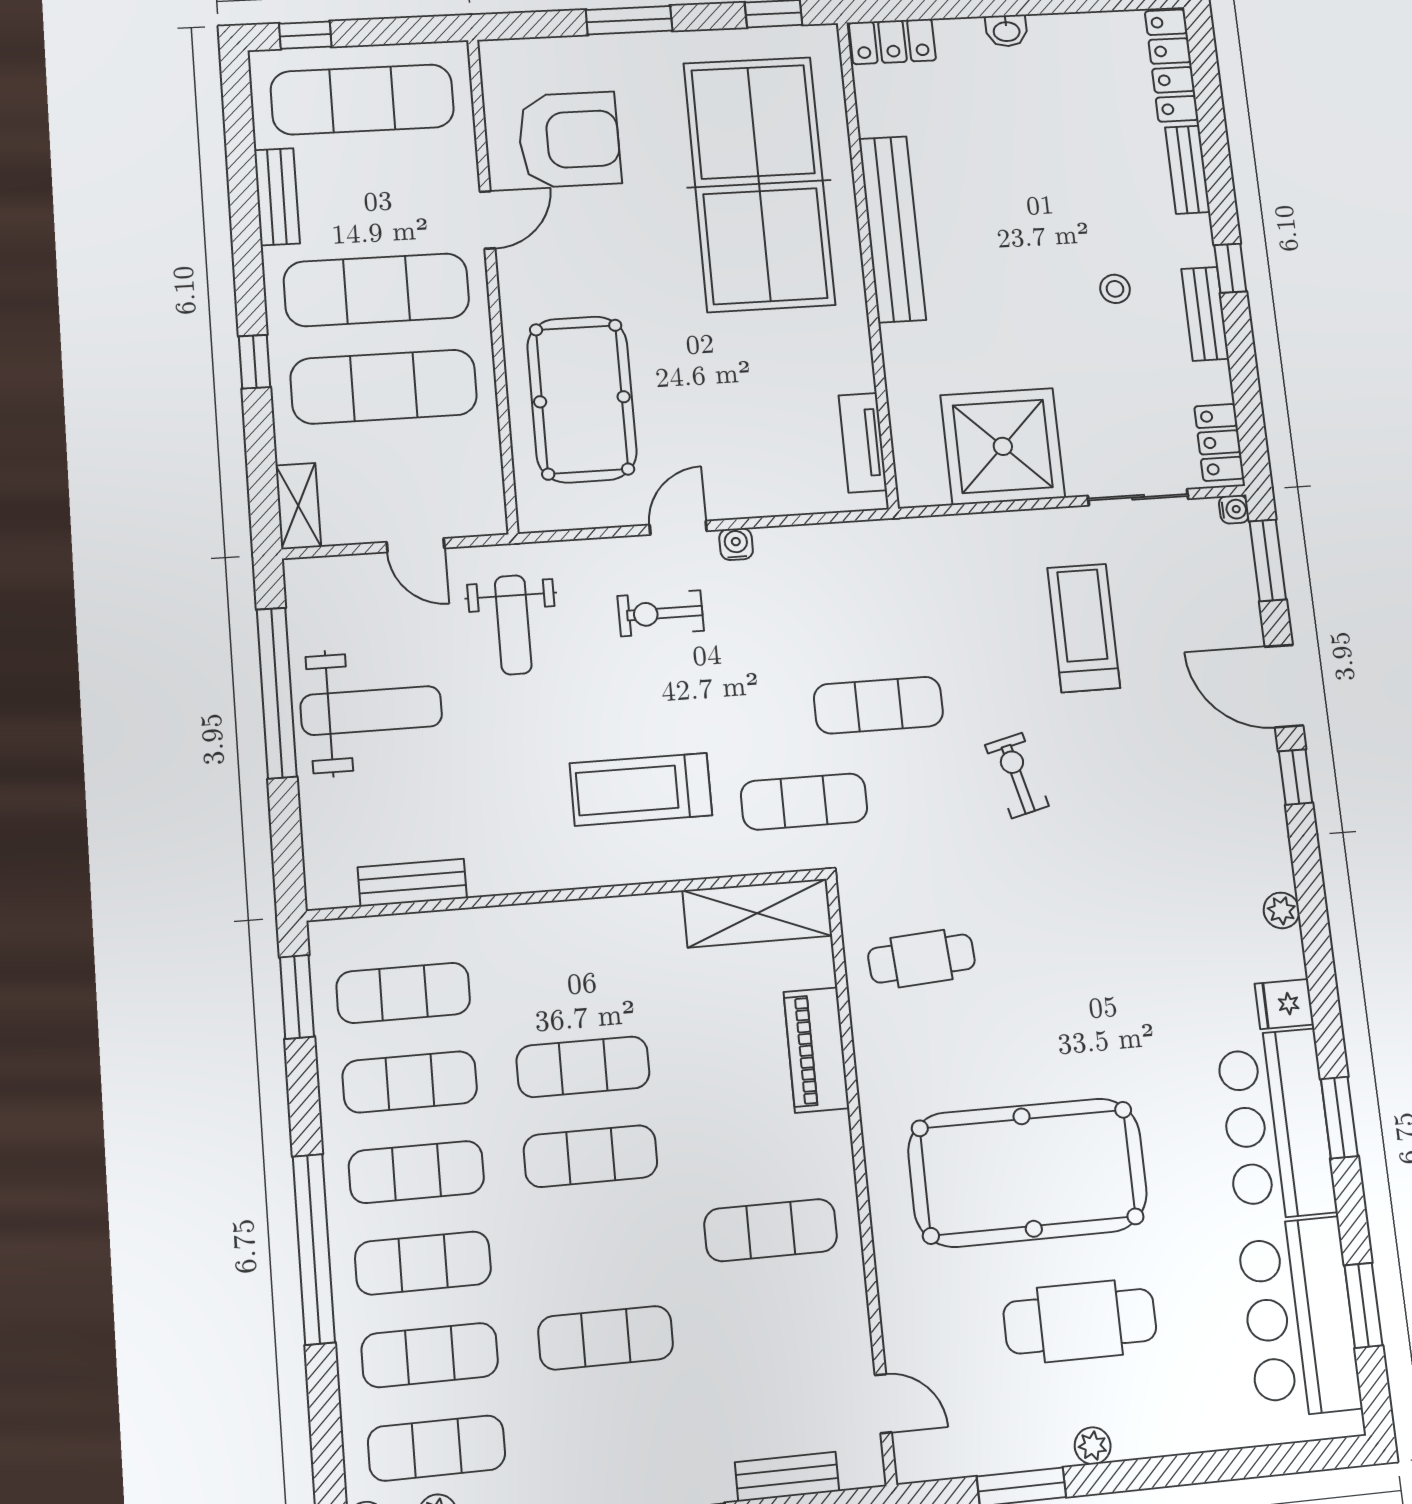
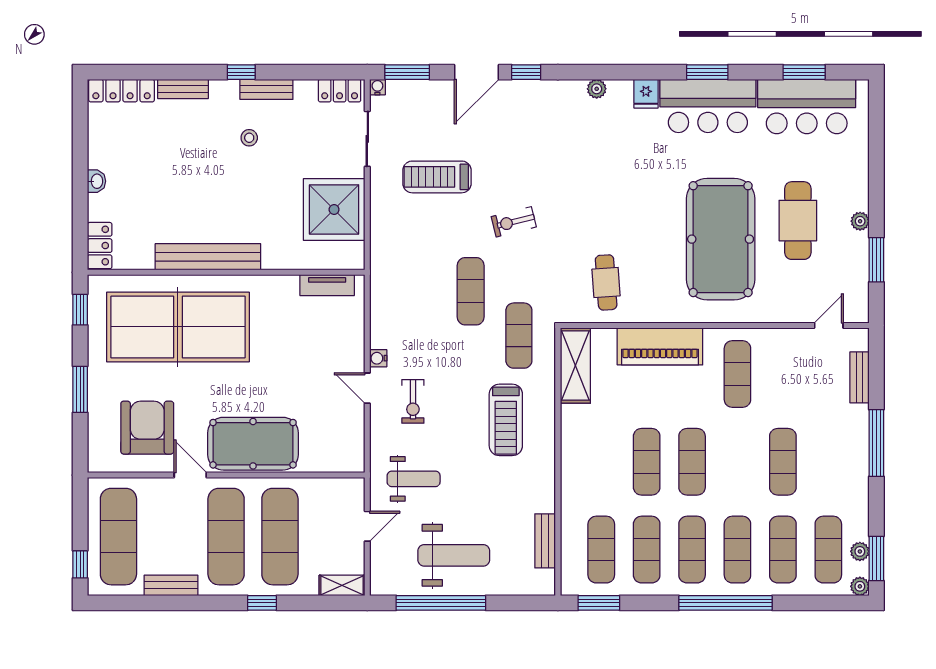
pool table: (582, 399) -> (253, 444), moved
weight bench: (371, 711) -> (454, 555), turned 90
piano: (816, 1050) -> (660, 346), width x1.37, depth x1.33

